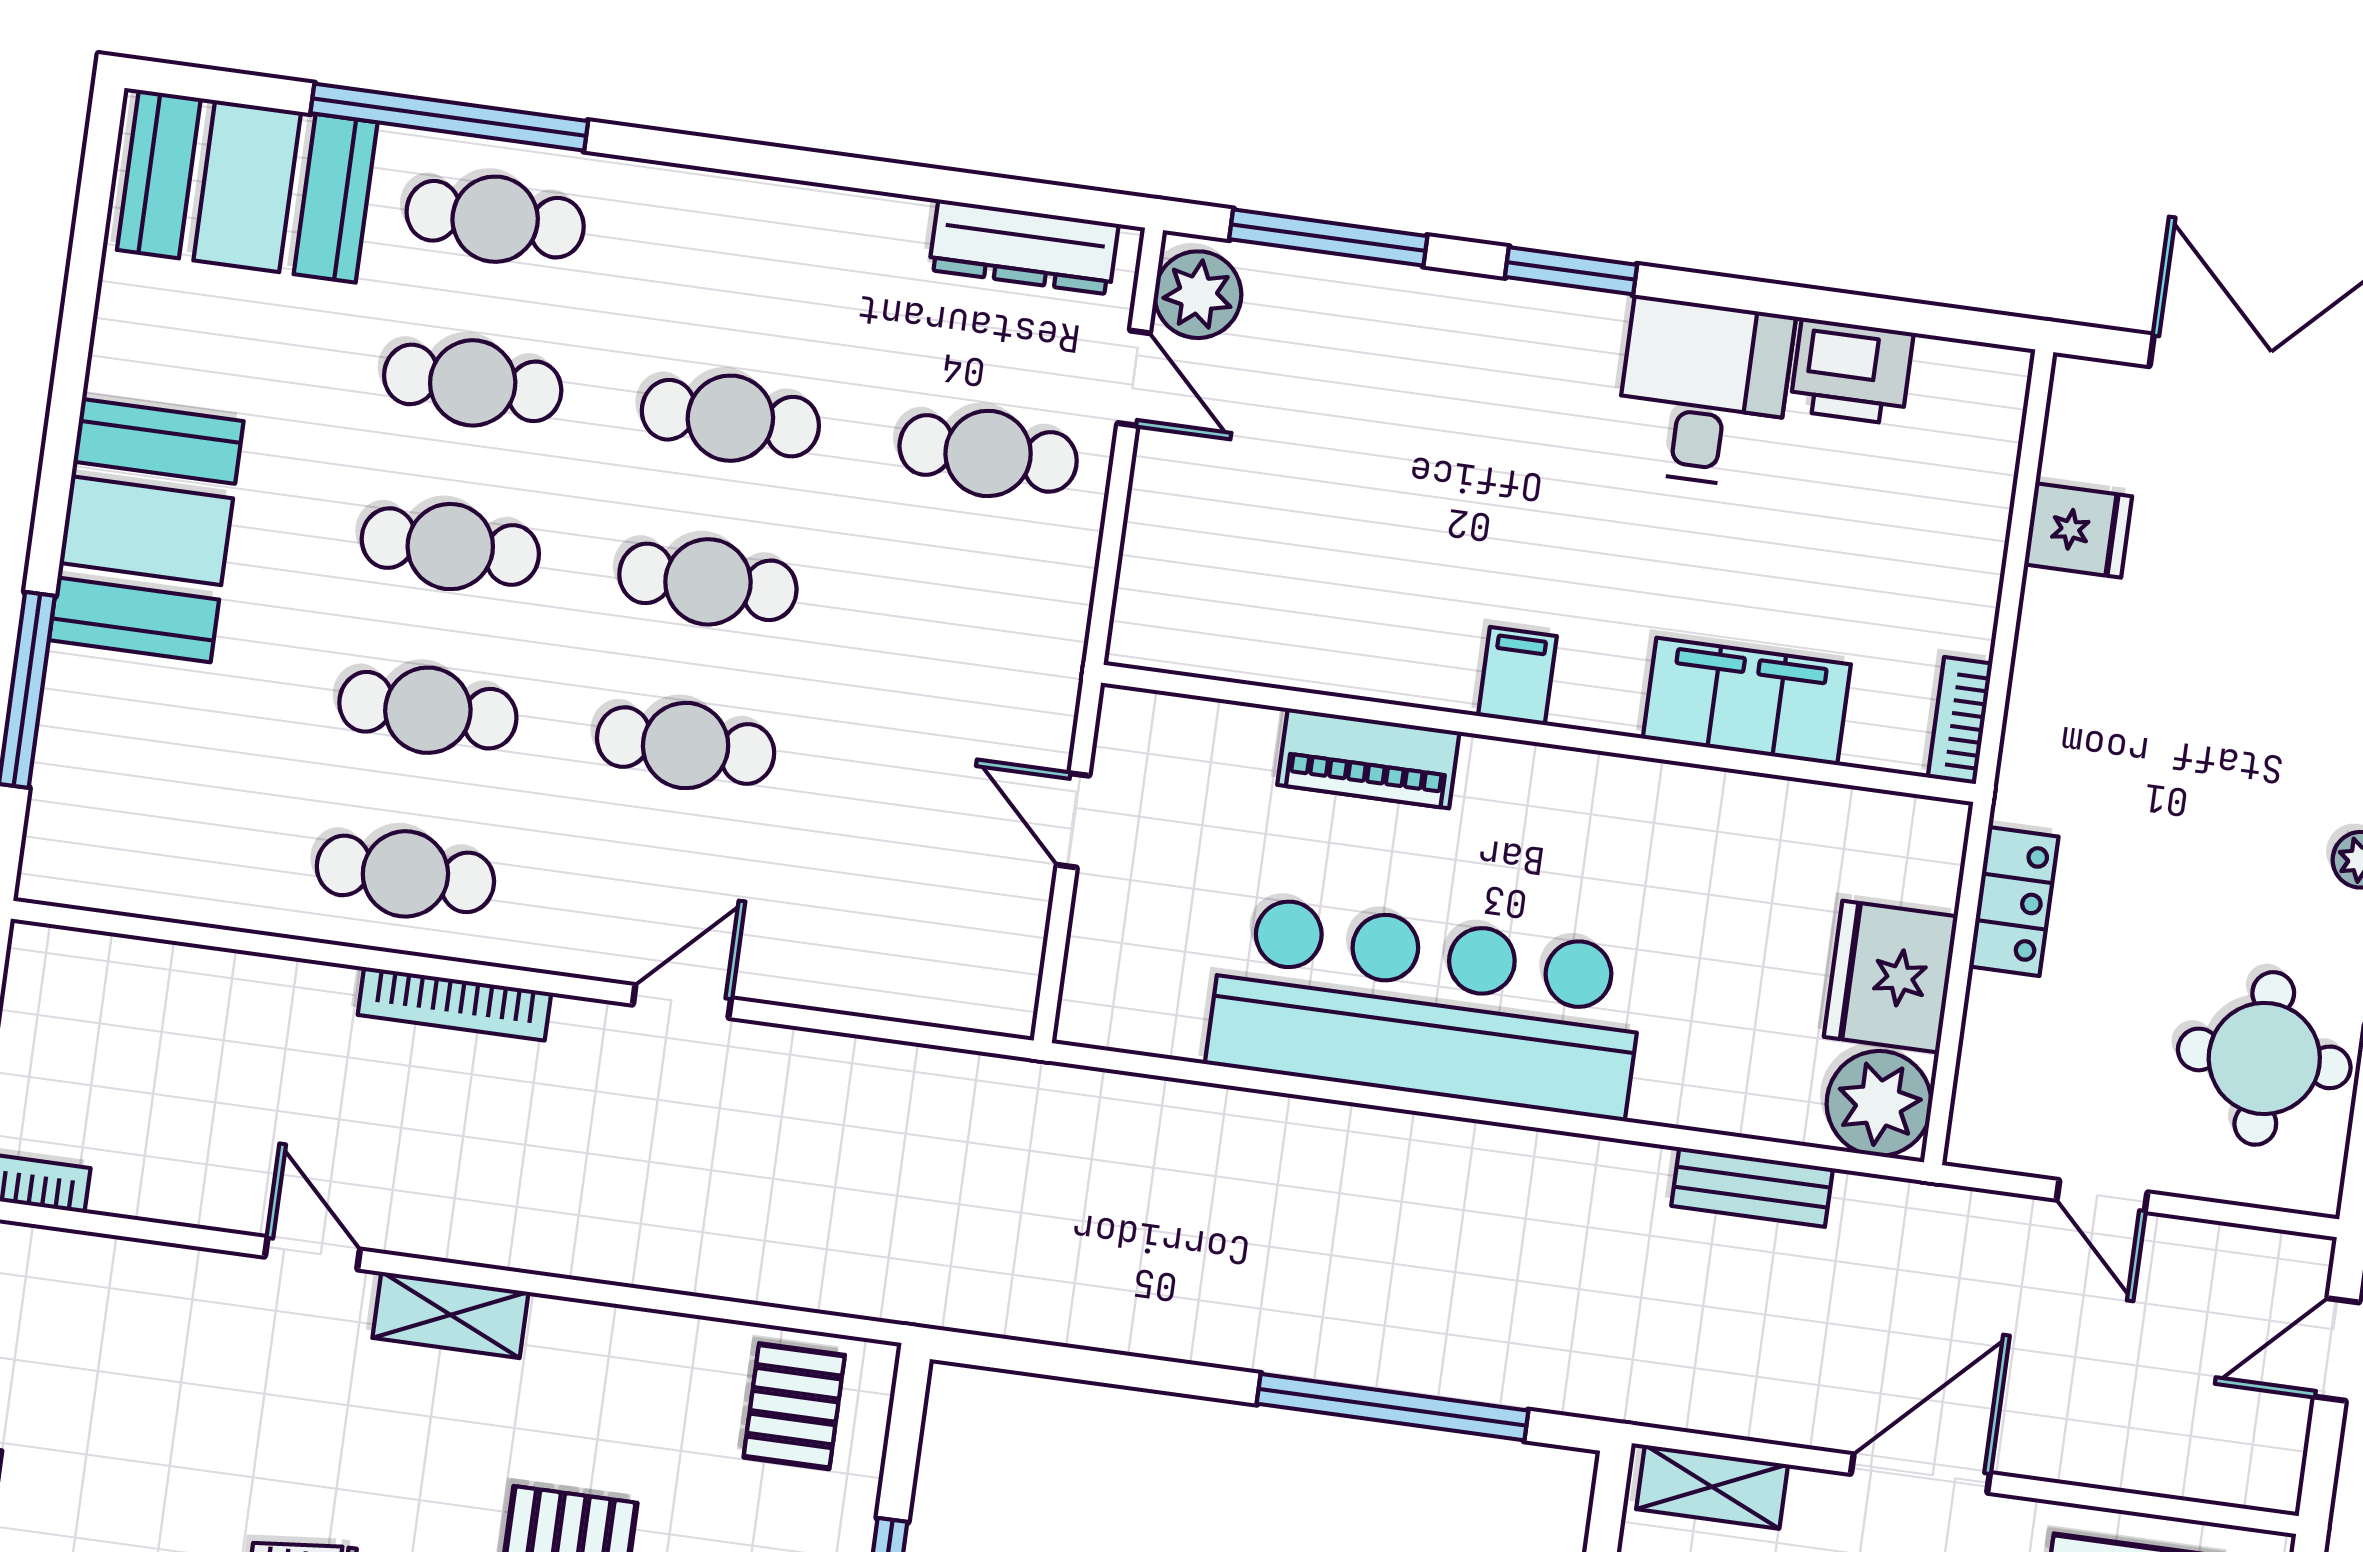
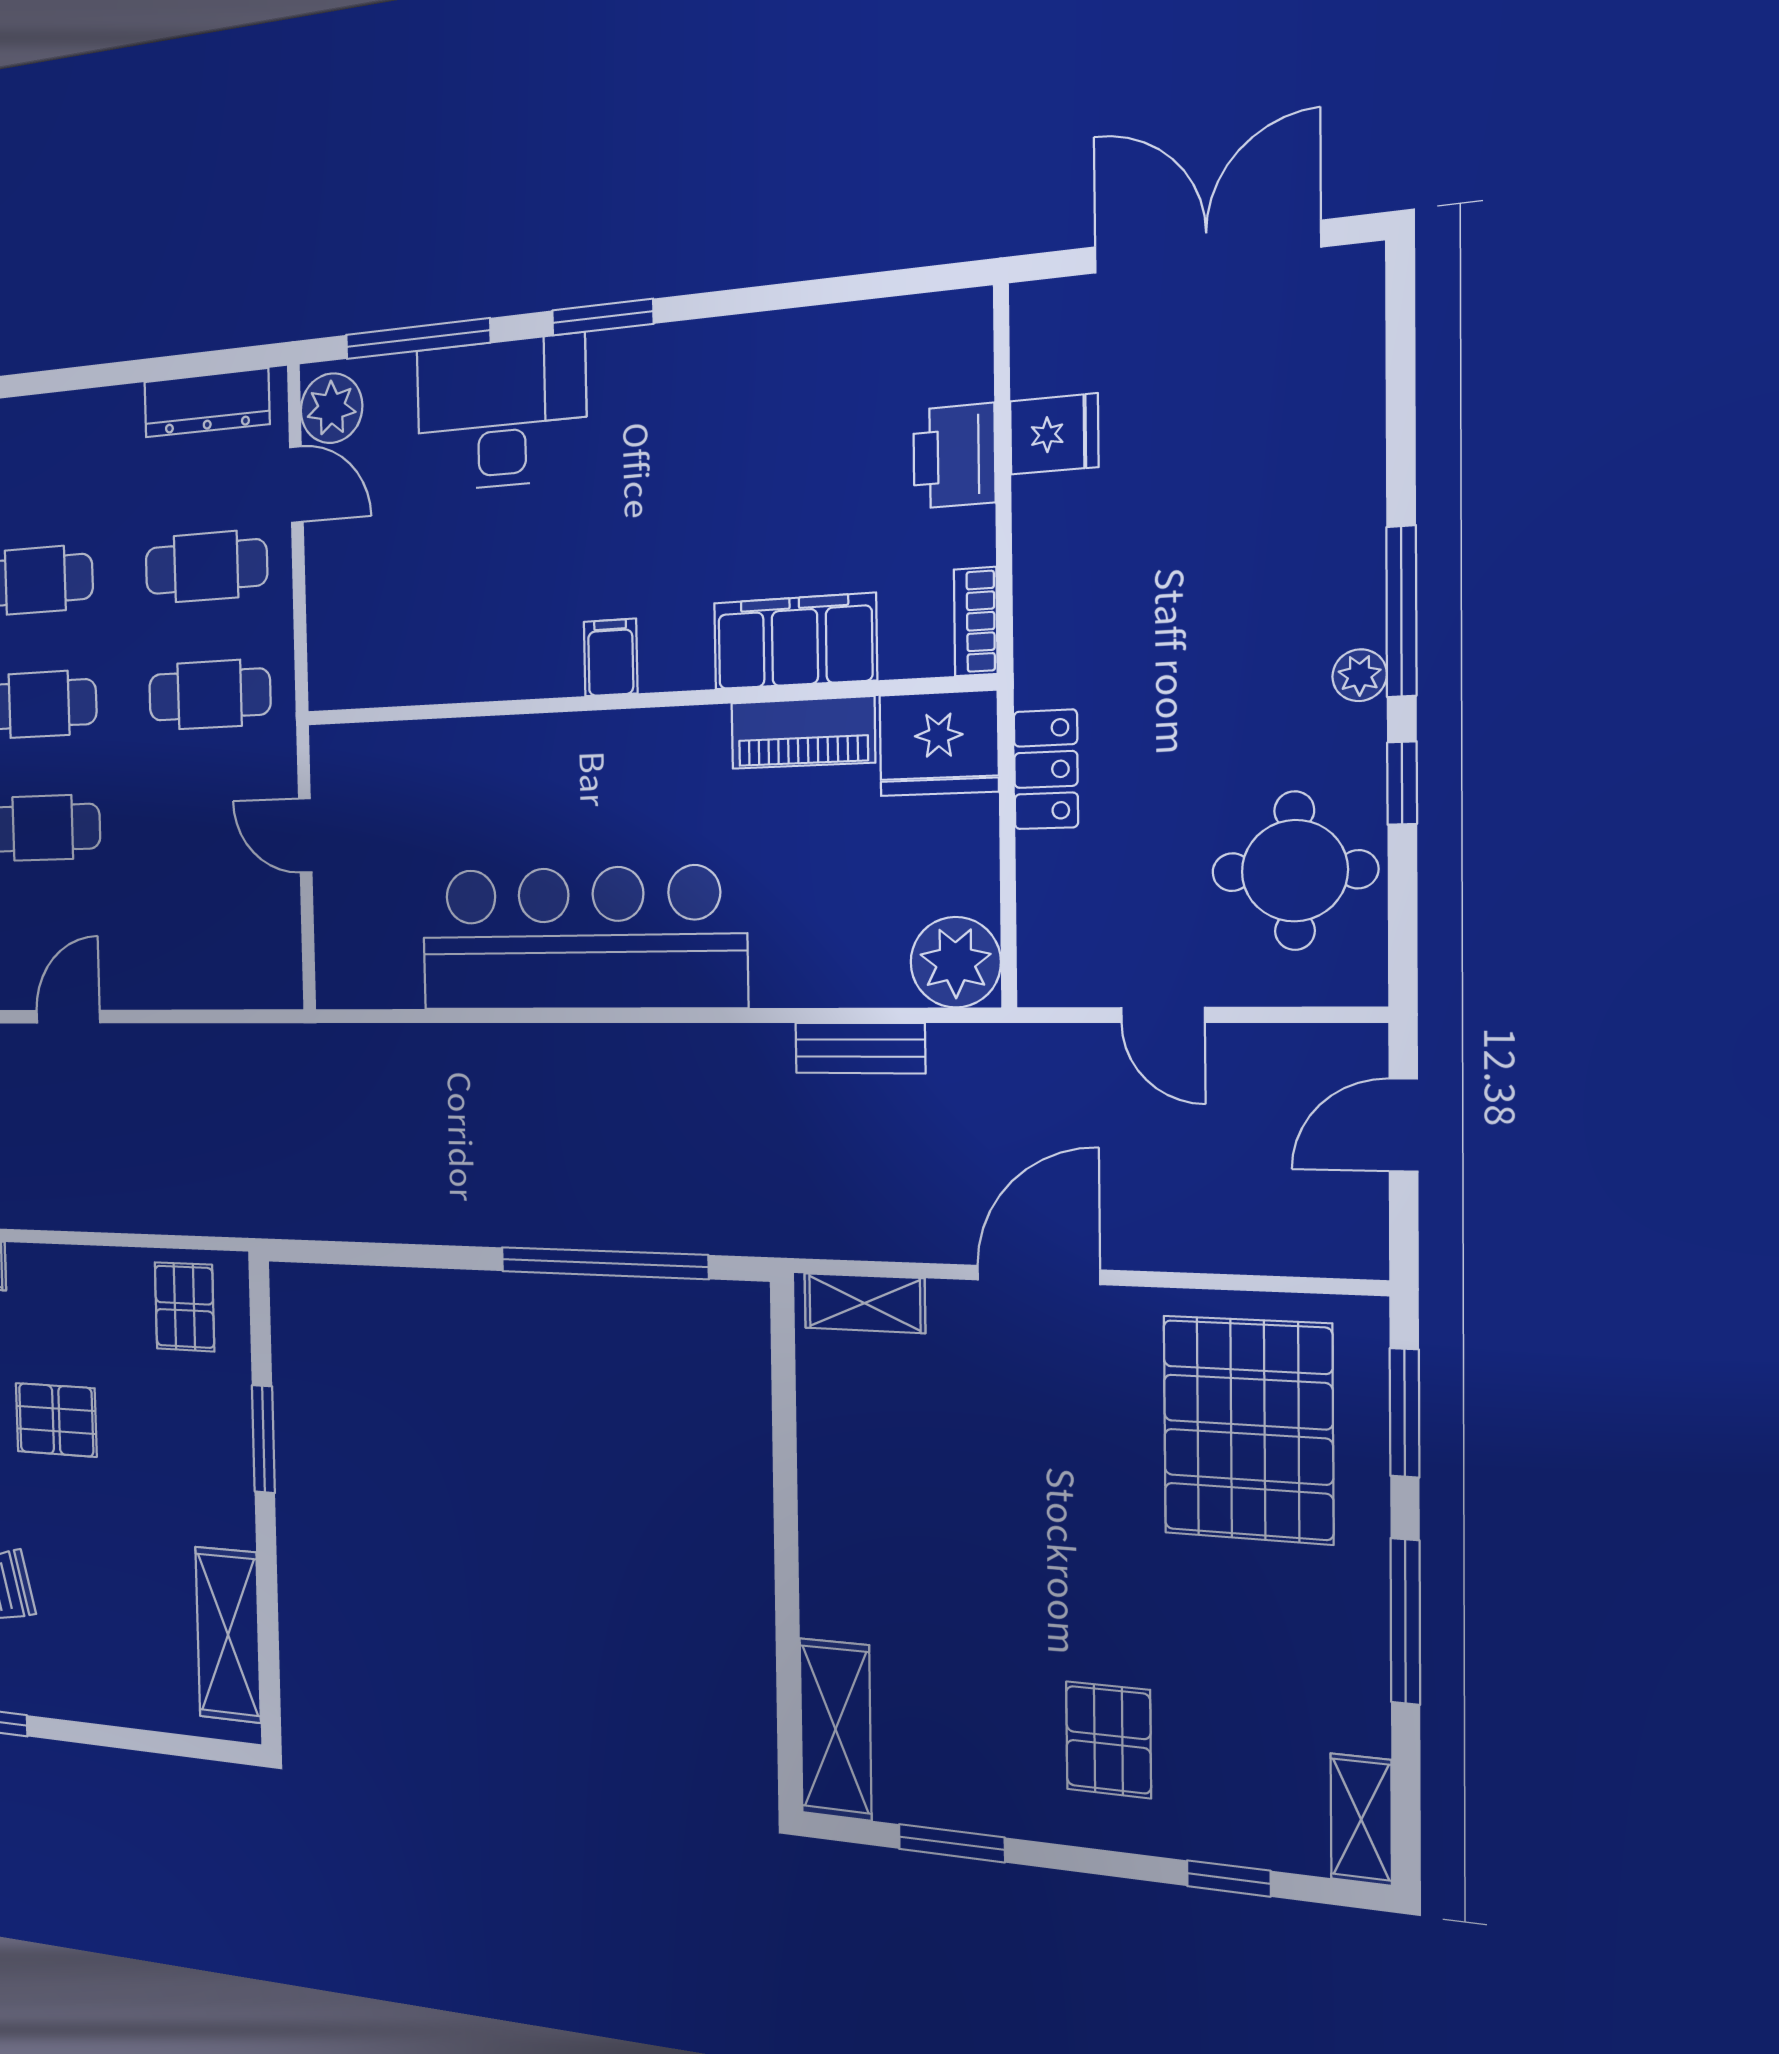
printer: (1852, 372) -> (954, 456), moved, turned 90
desk: (1704, 393) -> (501, 414), moved, width x1.37
cafe table: (966, 617) -> (210, 695), added
piano: (1368, 758) -> (803, 733), moved
fridge: (1891, 977) -> (939, 743), moved, turned -90

